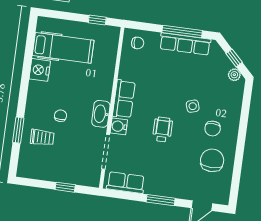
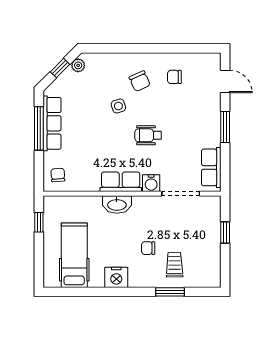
nightstand: (40, 70) -> (116, 277), moved
washbasin: (101, 114) -> (117, 204), moved
chair: (213, 128) -> (140, 81), turned 66
chair: (212, 160) -> (174, 77), width x0.54, depth x0.54

